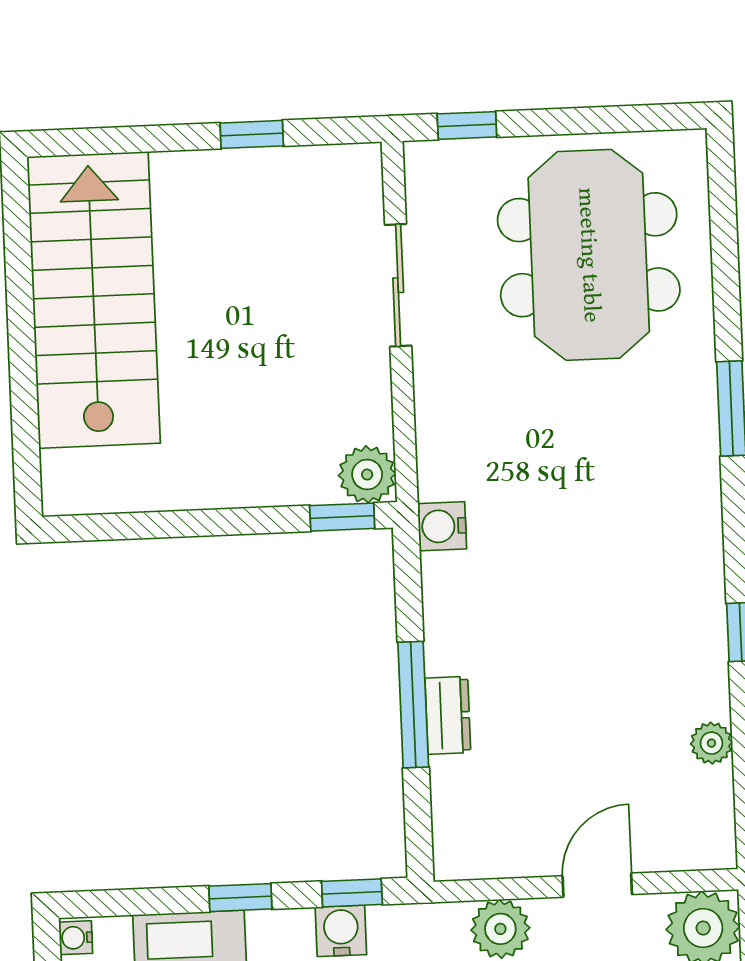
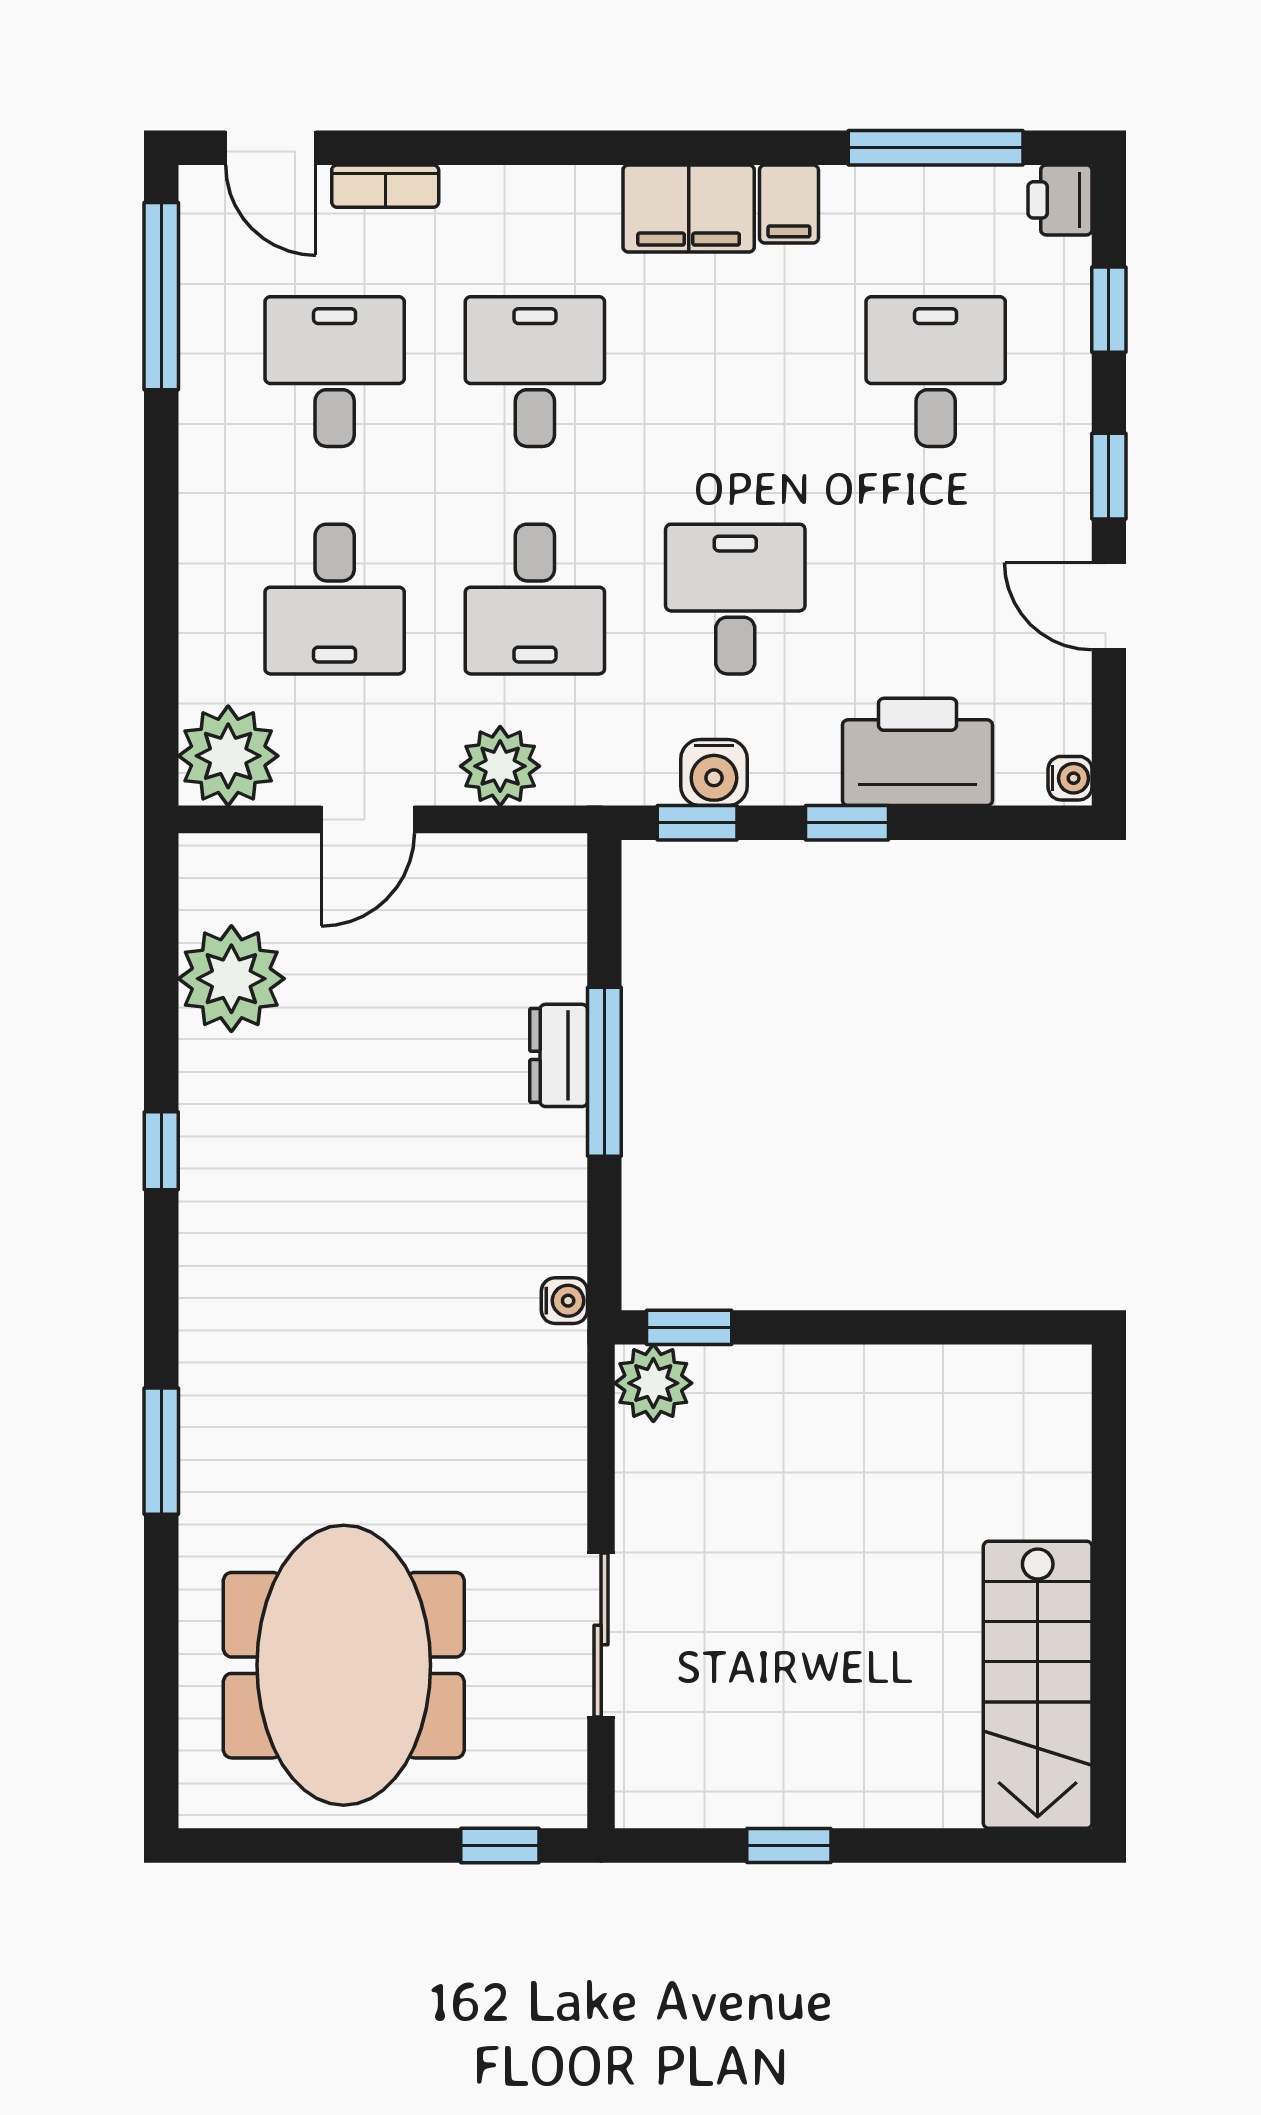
stairs: (94, 300) -> (1038, 1685), width x0.73, depth x0.66
water cooler: (442, 526) -> (564, 1301), width x0.72, depth x0.72
plant: (711, 743) -> (231, 979), width x1.87, depth x1.87

